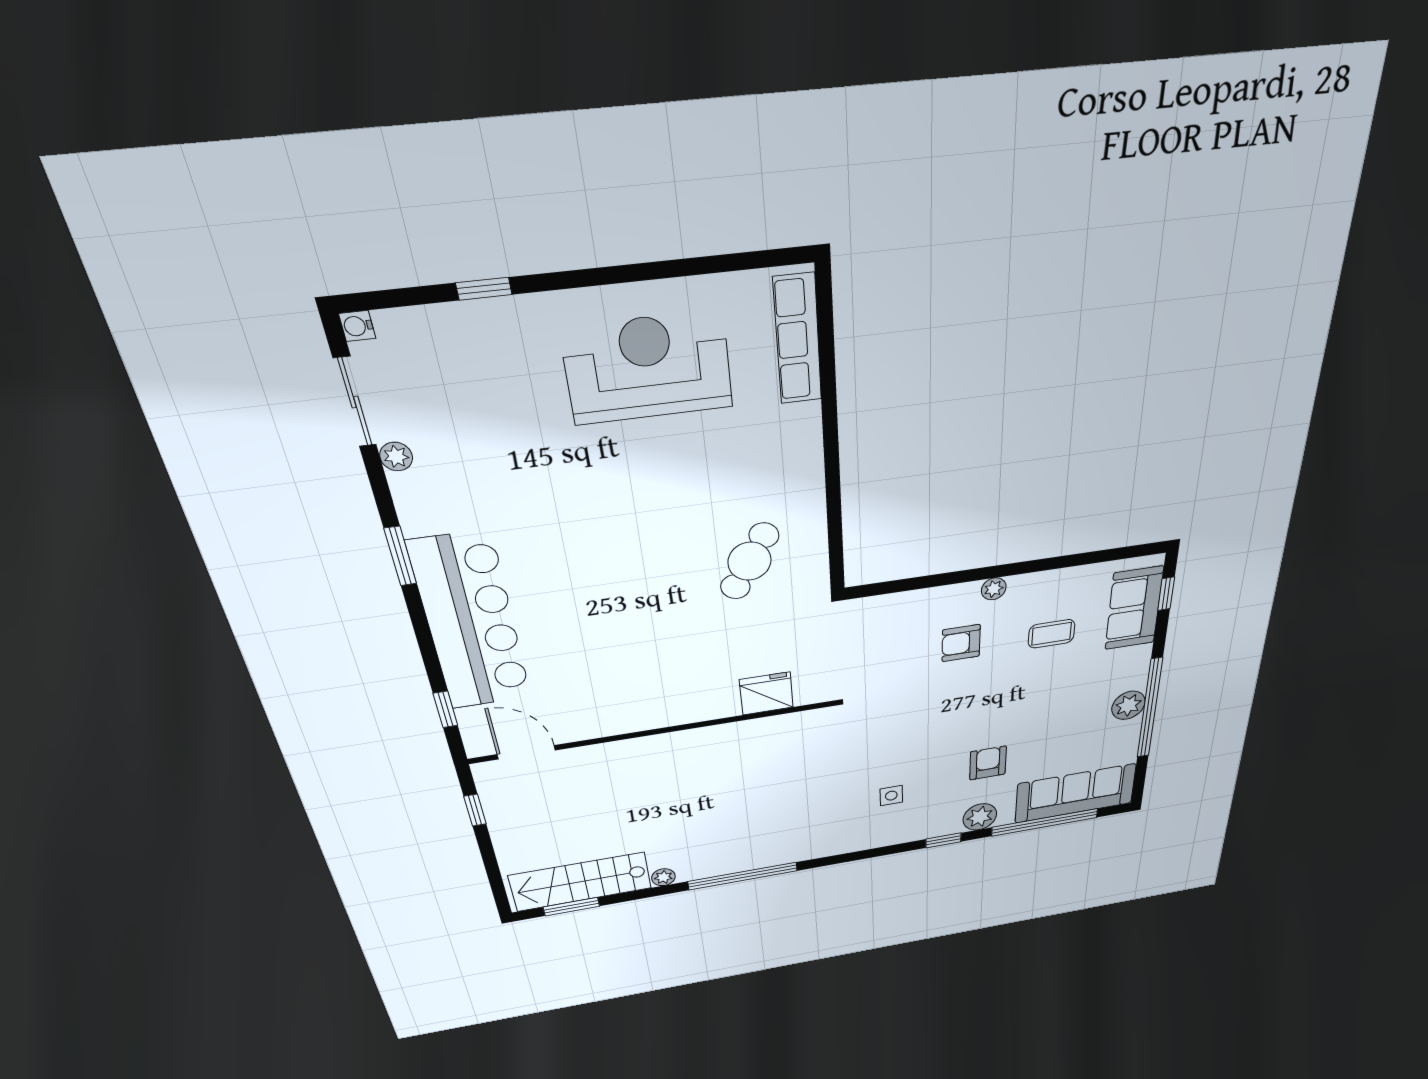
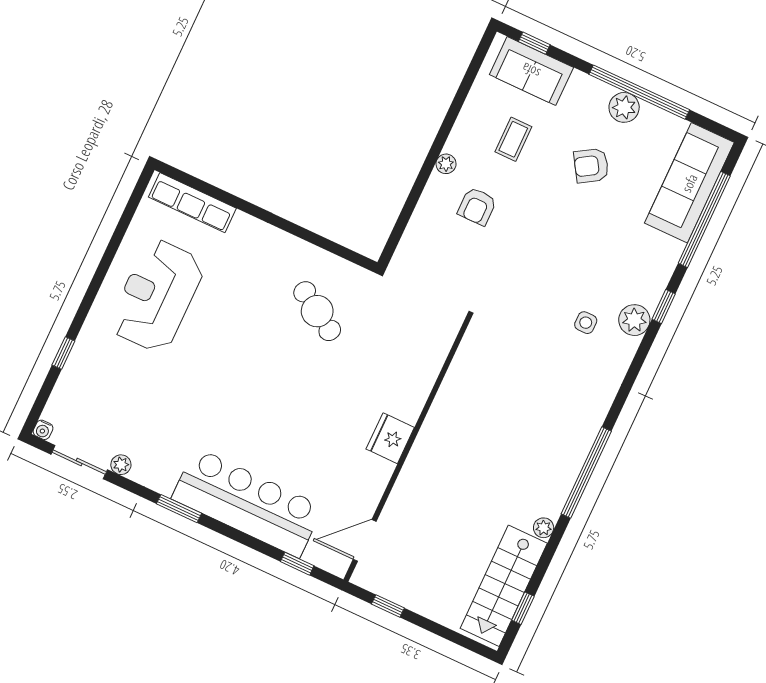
fridge: (766, 693) -> (390, 438), moved
armchair: (988, 763) -> (591, 166), moved, turned -32
plant: (980, 817) -> (634, 320), moved
window: (571, 907) -> (523, 608), width x0.67

